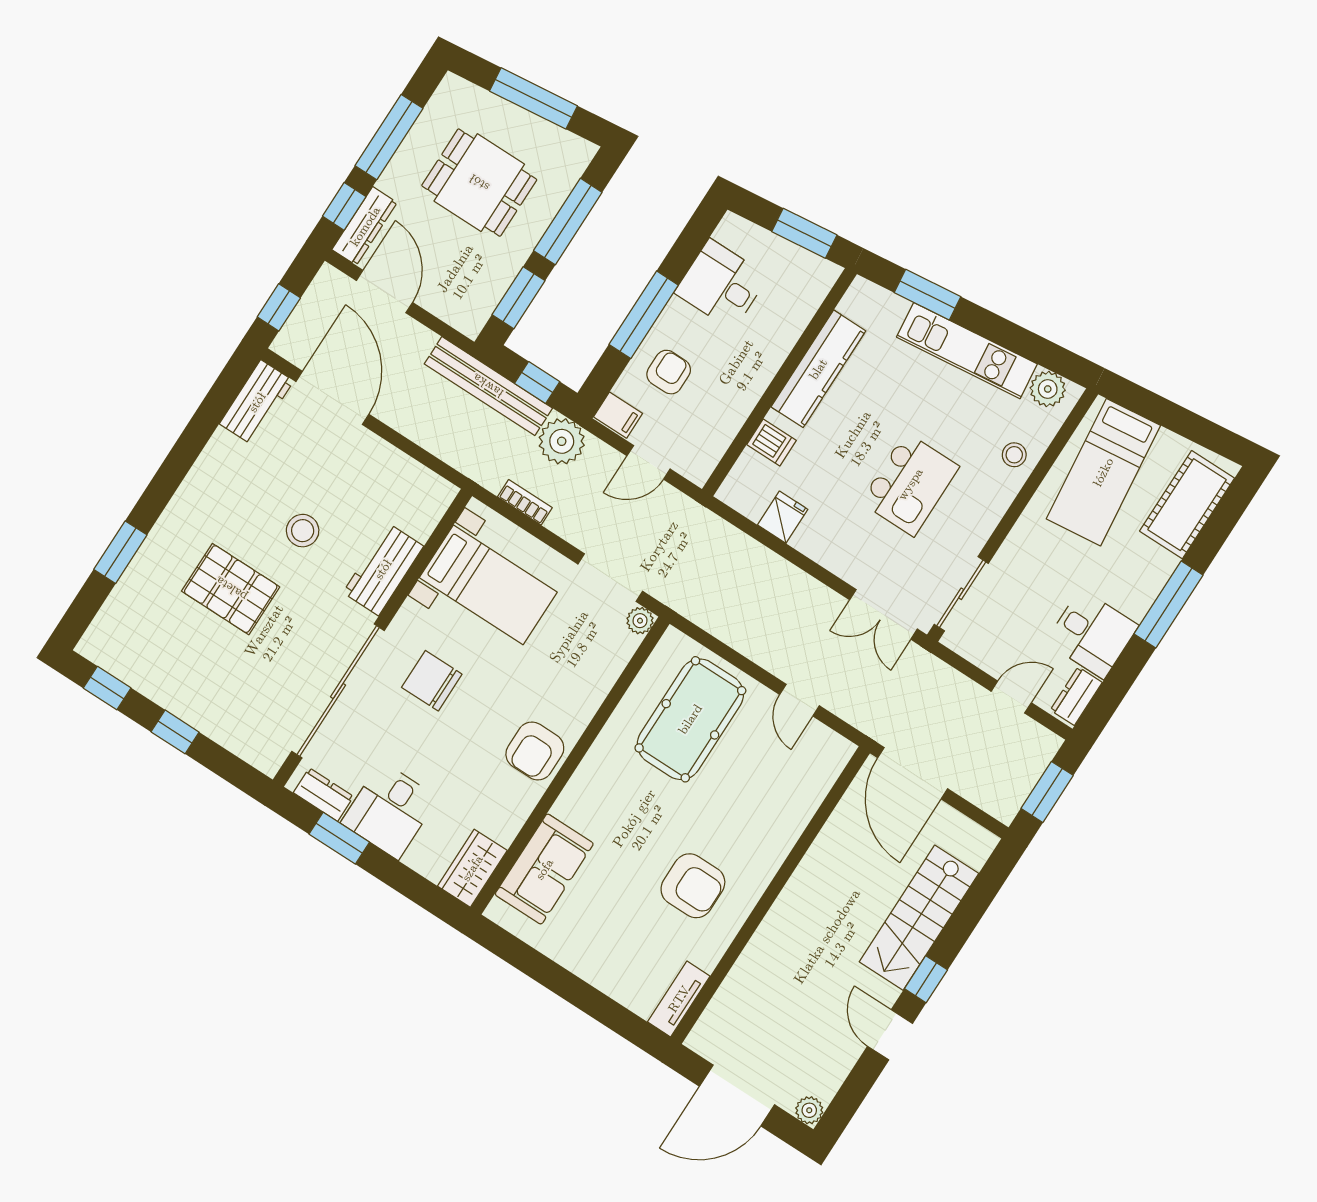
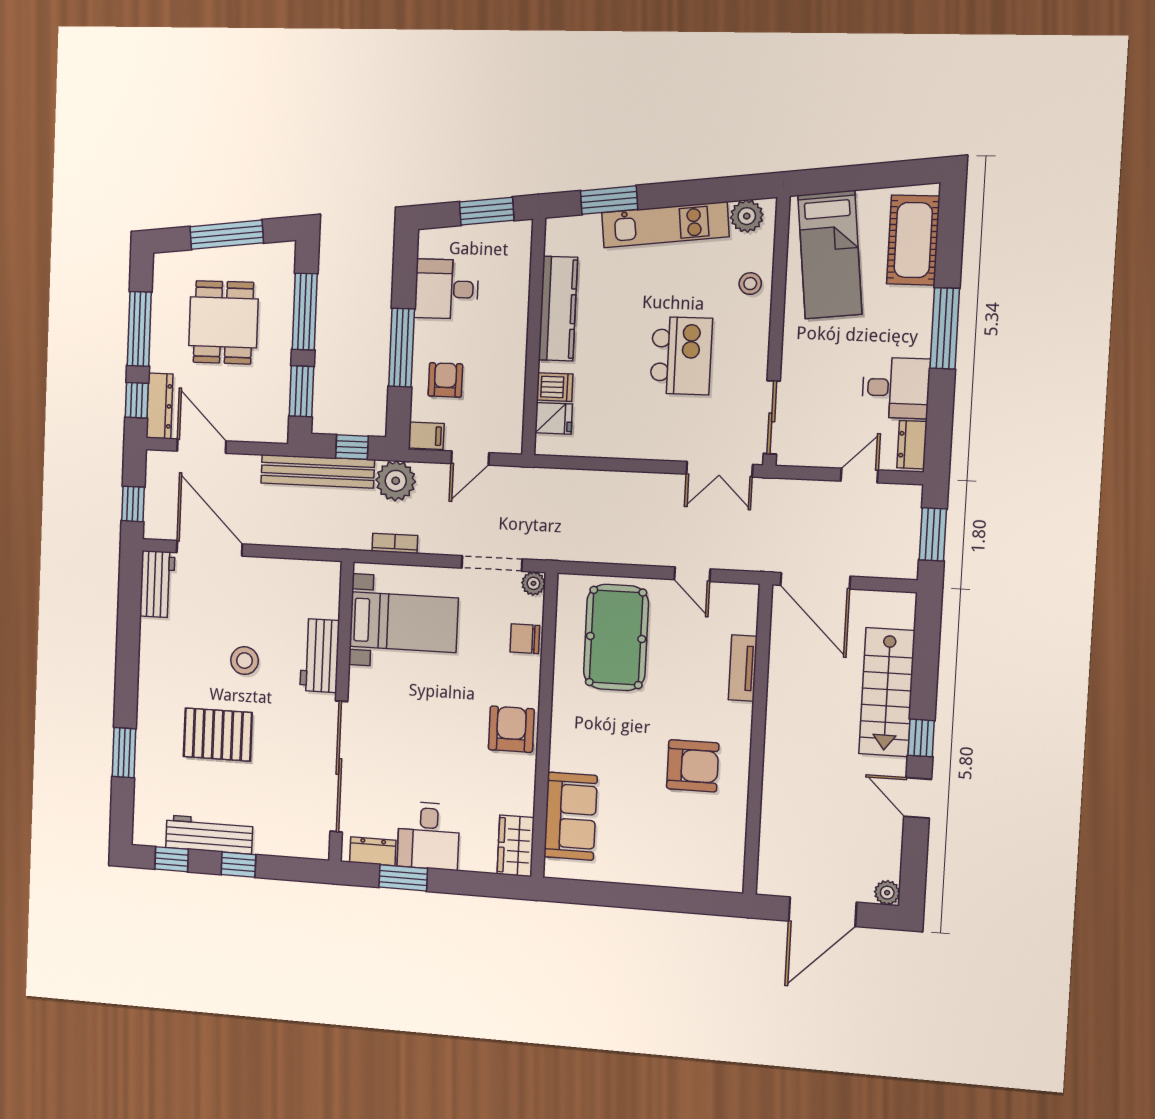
dining table: (479, 183) -> (223, 322), turned 90
fridge: (783, 517) -> (554, 418), moved, turned 90
chair: (432, 681) -> (525, 639), moved, width x0.73, depth x0.73
workbench: (162, 685) -> (209, 835), added
armchair: (535, 751) -> (511, 729), turned 180
tv unit: (679, 999) -> (743, 668), moved

